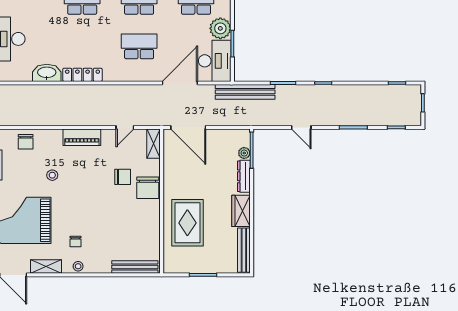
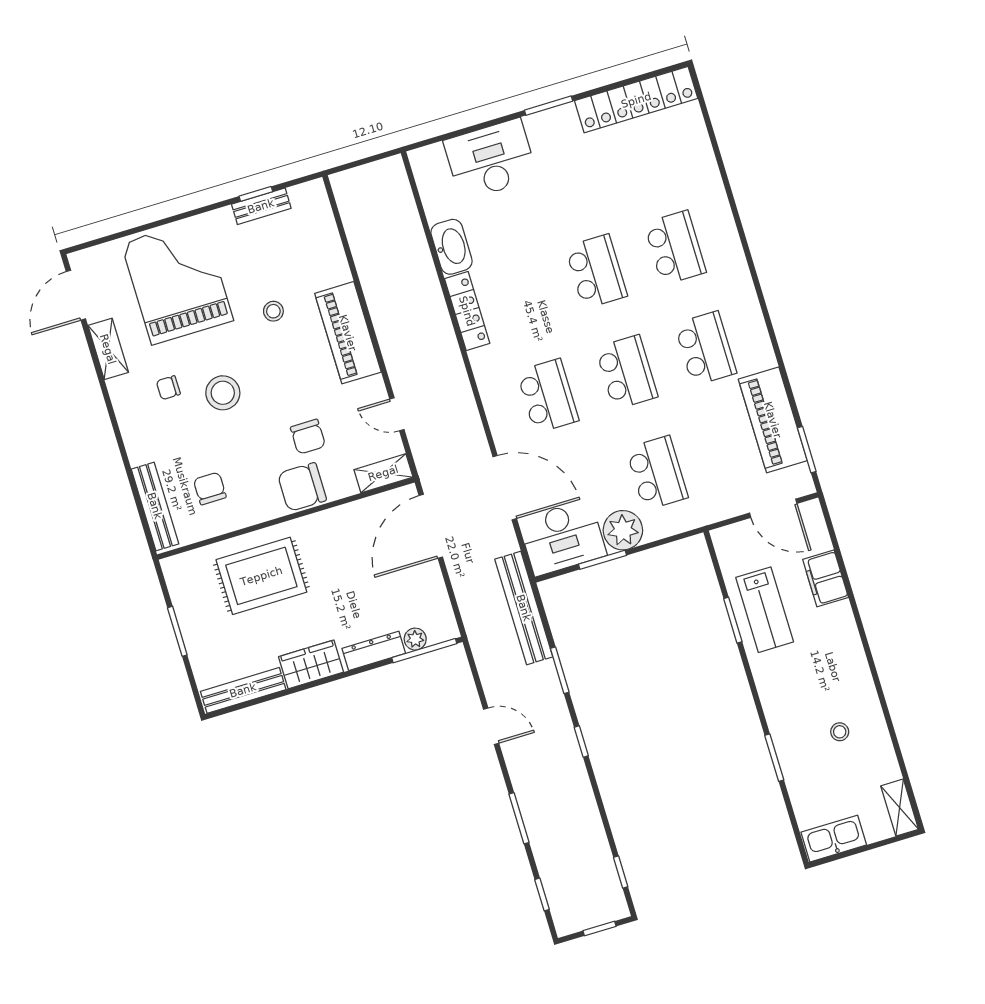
door: (301, 127) -> (491, 726), swing flipped
piano: (82, 137) -> (348, 333), width x1.37, depth x1.33
chair: (26, 142) -> (210, 488), moved, turned 90
stool: (78, 266) -> (223, 393), moved, width x1.89, depth x1.89

